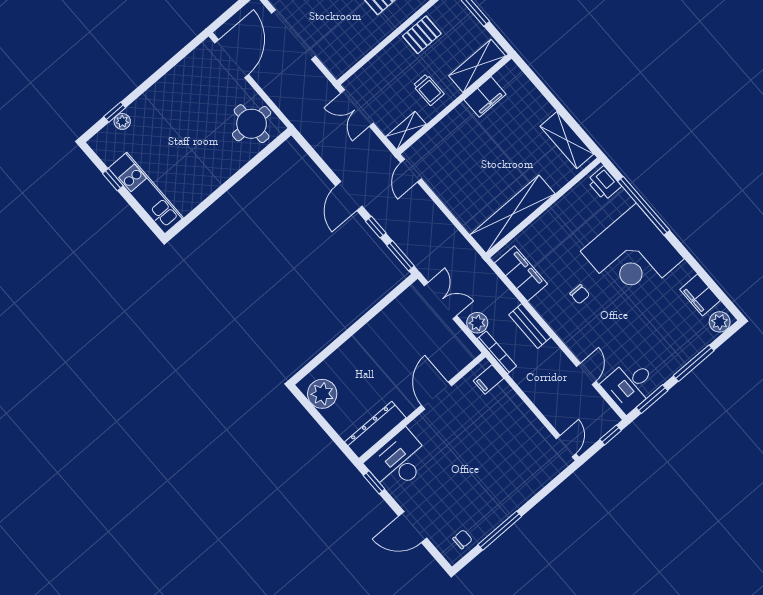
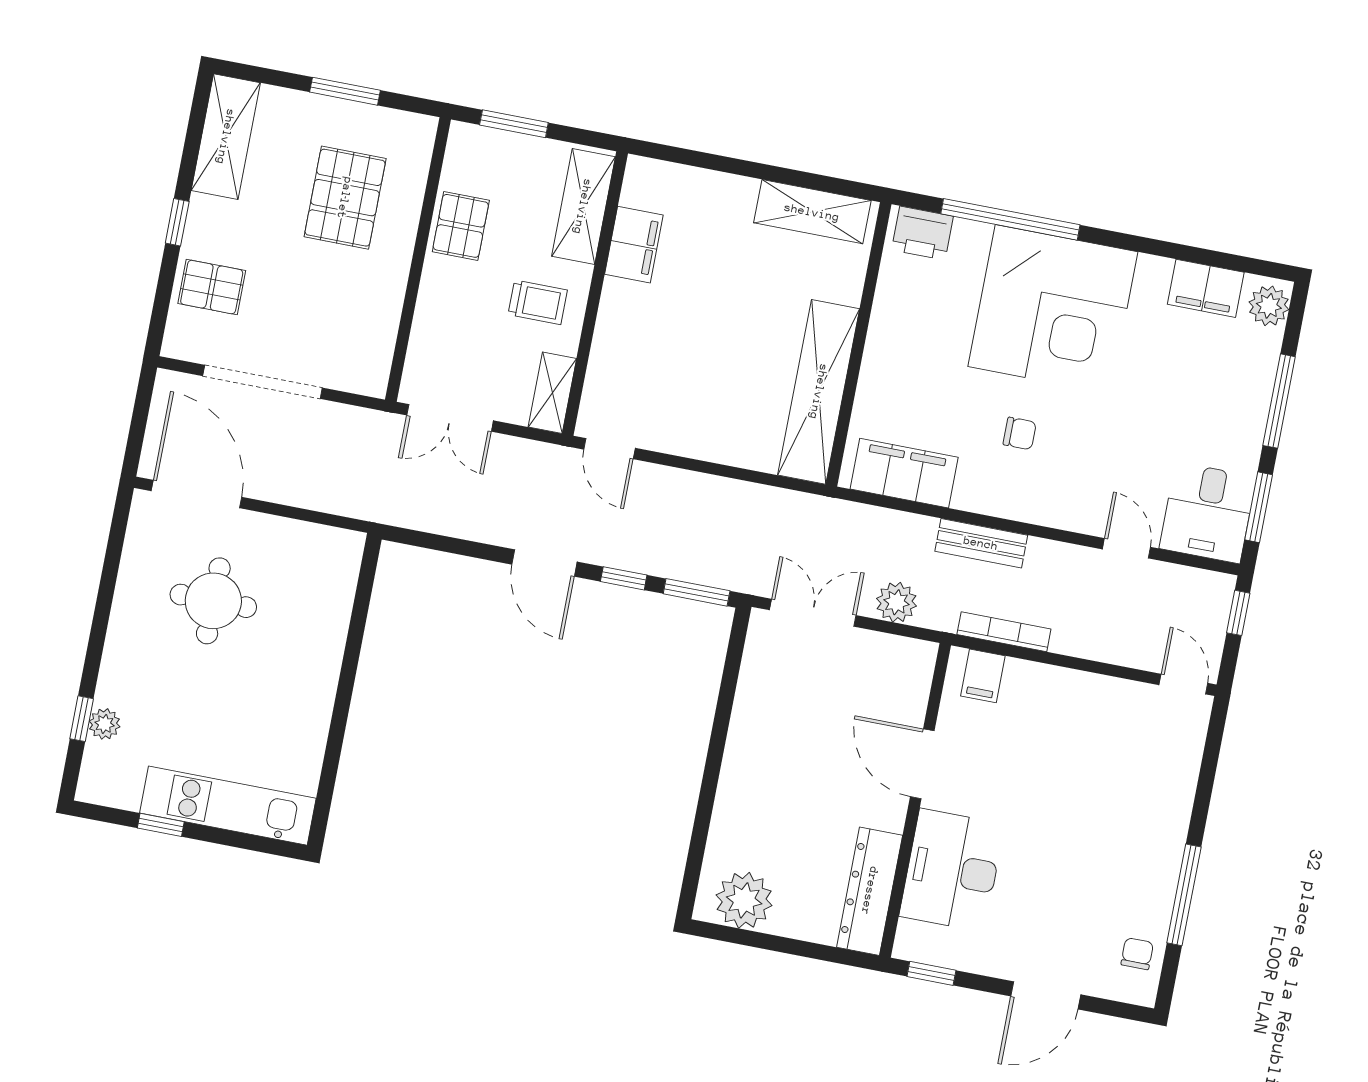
round table: (252, 124) -> (213, 601), moved
bookcase: (497, 352) -> (1004, 632), moved
desk: (399, 461) -> (952, 870), moved

